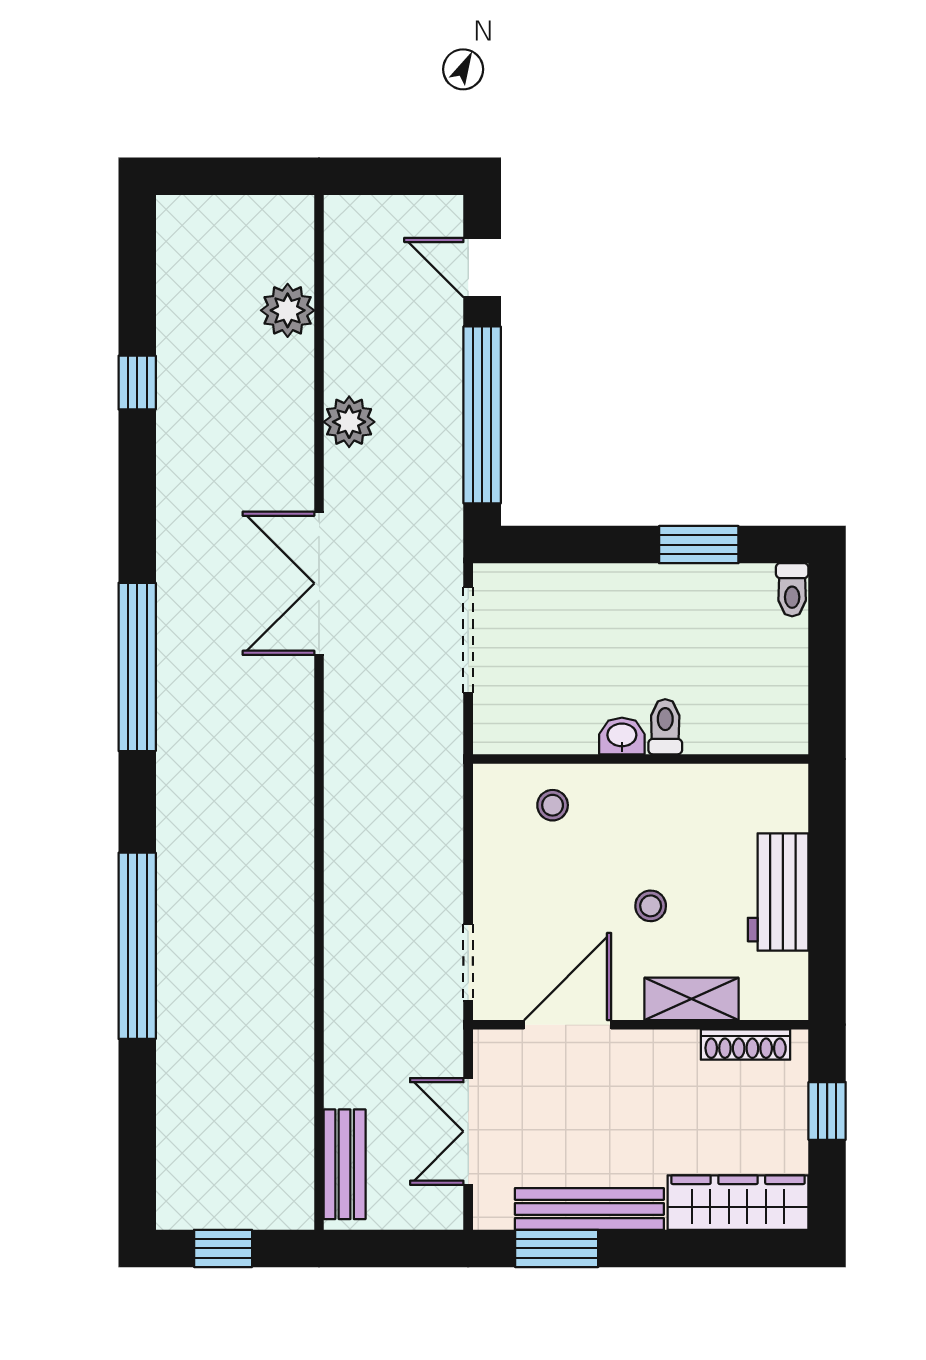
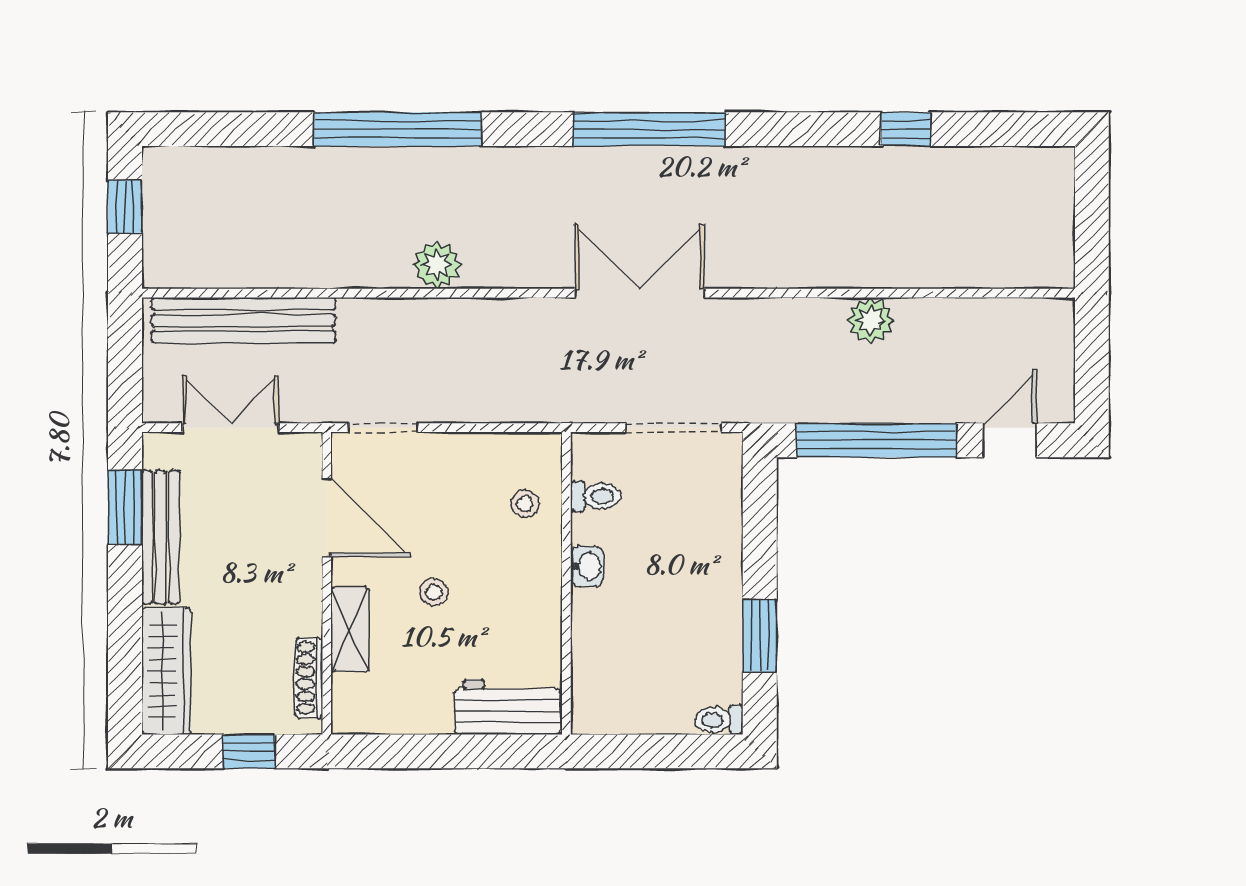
plant: (288, 310) -> (437, 265), moved
double door: (319, 583) -> (639, 293), moved
toilet: (665, 727) -> (595, 496), moved
workbench: (778, 892) -> (508, 707), moved
bench: (345, 1164) -> (244, 320), width x1.86, depth x1.21

